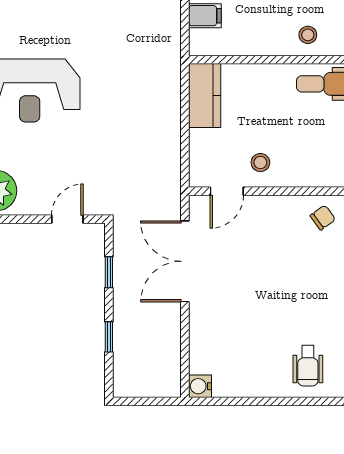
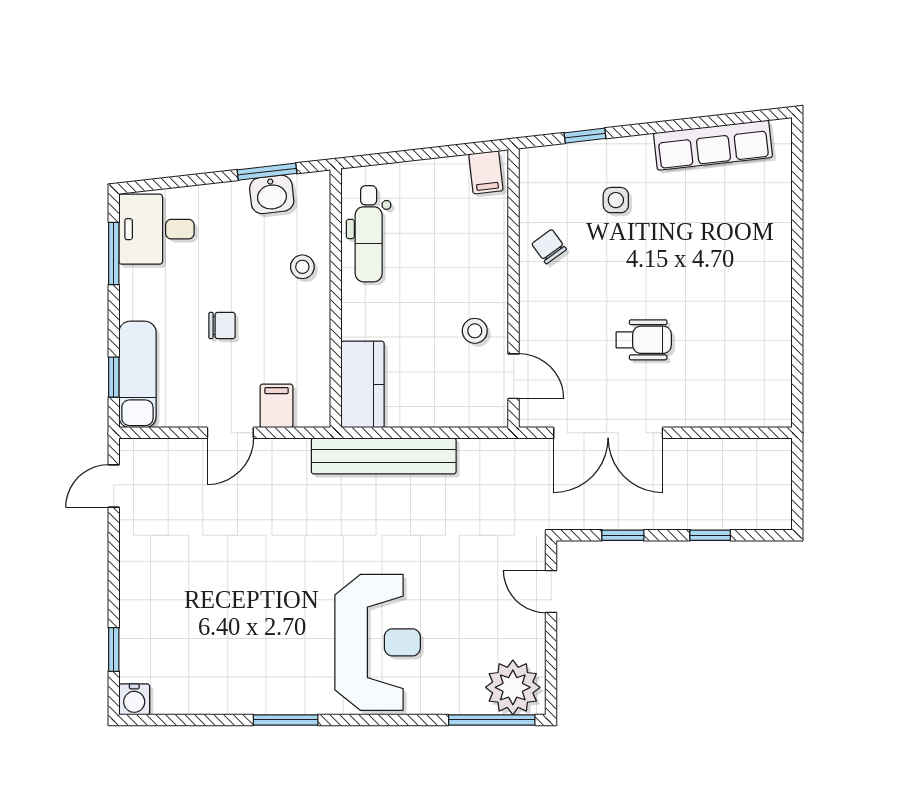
bench: (168, 95) -> (384, 456), added
kitchen counter: (205, 95) -> (363, 384), moved, turned 90
wheelchair: (308, 366) -> (644, 340), moved
water cooler: (200, 386) -> (777, 412), removed

